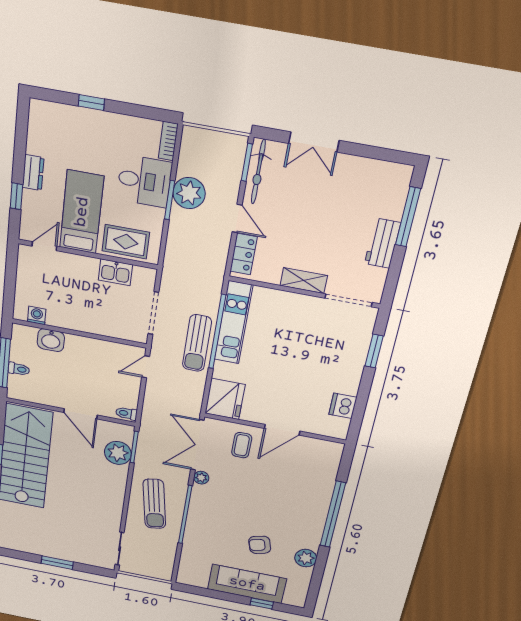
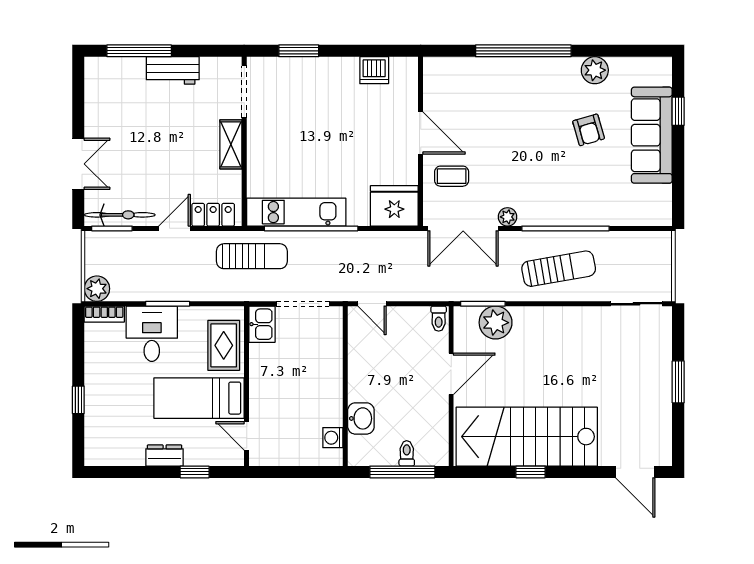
plant: (189, 193) -> (97, 289), moved, width x0.73, depth x0.73
kitchen sink: (115, 272) -> (262, 324), moved
sun lounger: (197, 343) -> (252, 256), moved

